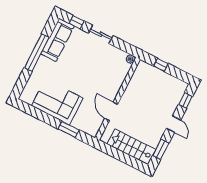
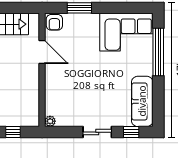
window: (37, 53) -> (158, 52), moved
corner sofa: (57, 102) -> (126, 32), moved
armchair: (92, 128) -> (54, 22), added

